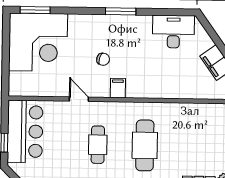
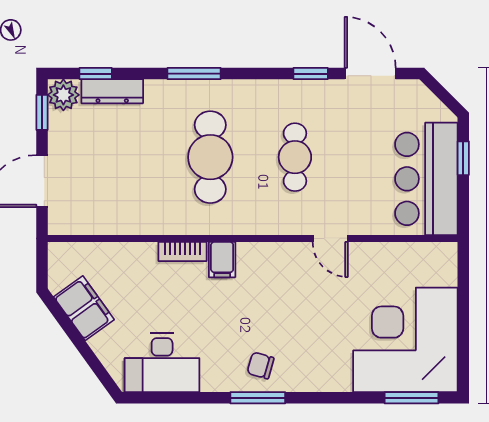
chair: (103, 59) -> (260, 365), moved
filing cabinet: (118, 88) -> (222, 260), moved
bookcase: (161, 93) -> (182, 252), added

